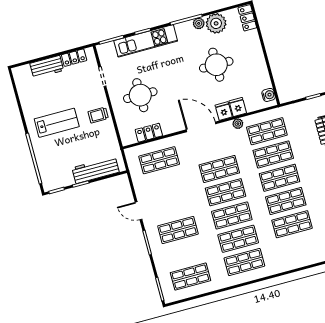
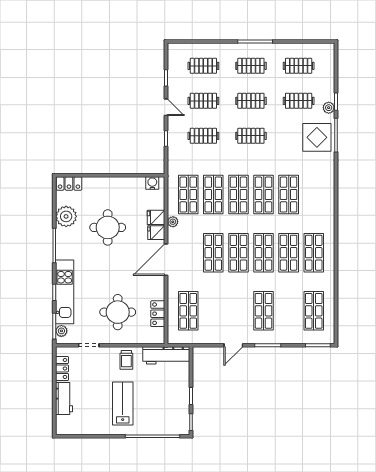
plant: (199, 23) -> (61, 331), moved
workbench: (96, 170) -> (166, 355), moved, turned -90

